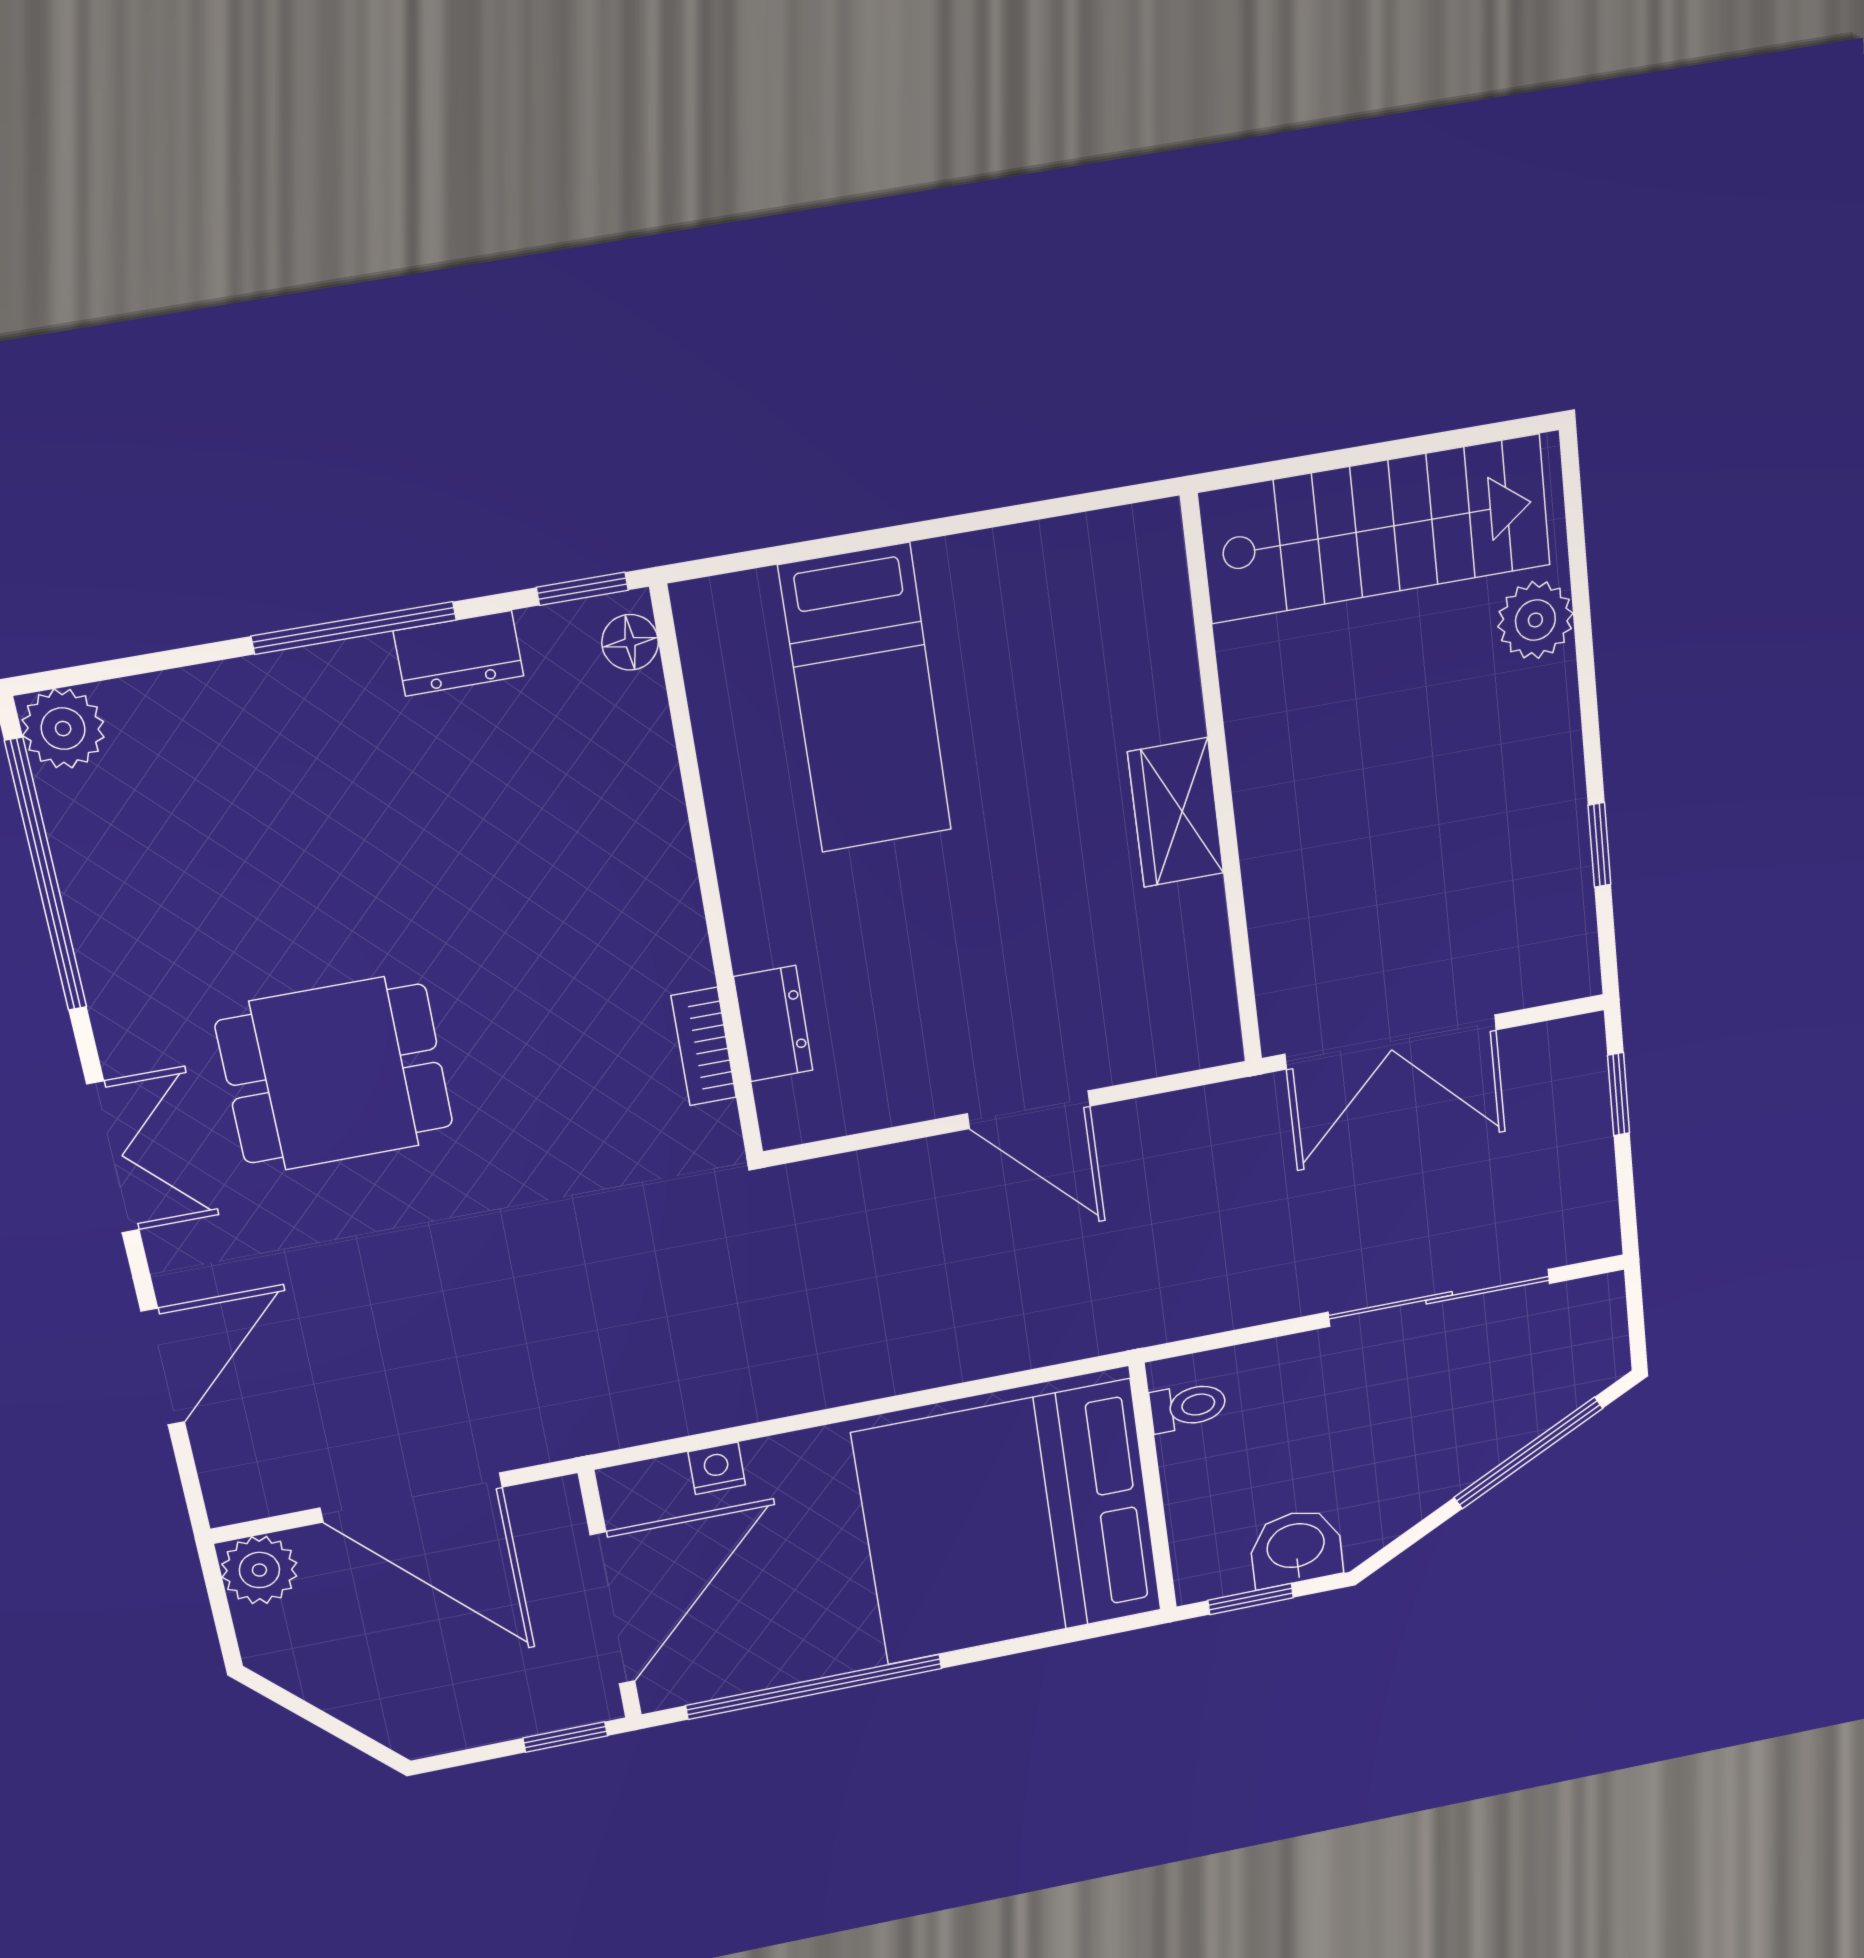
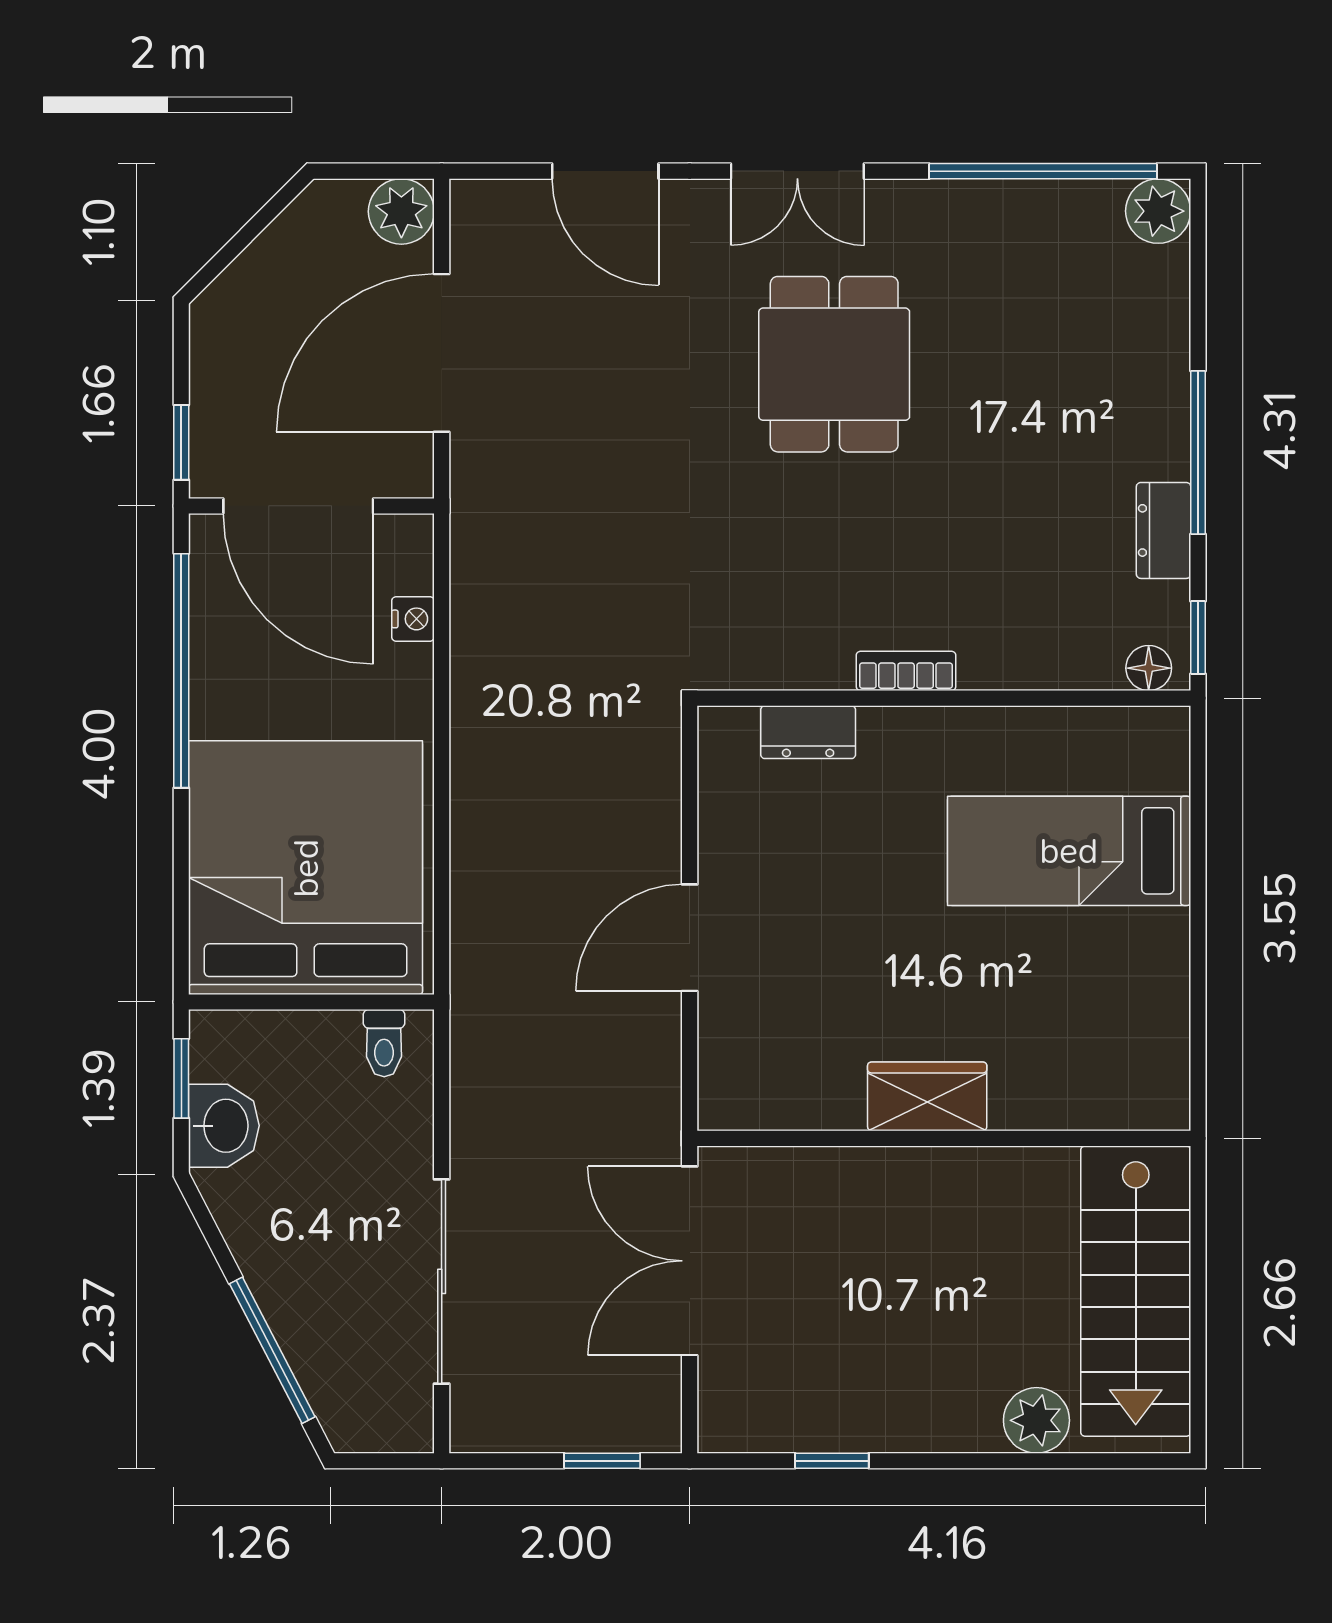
bookcase: (704, 1047) -> (906, 671), moved

